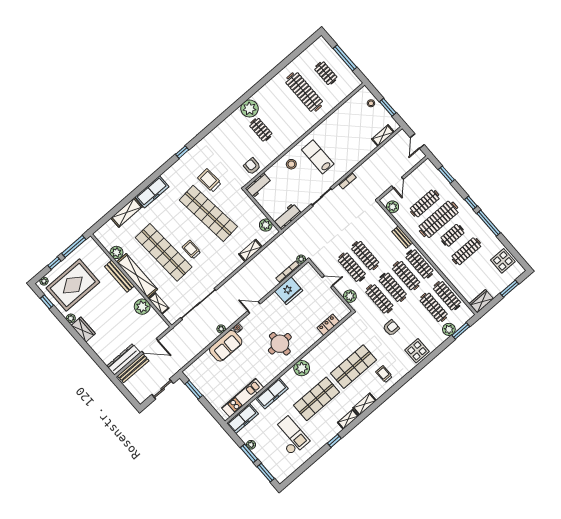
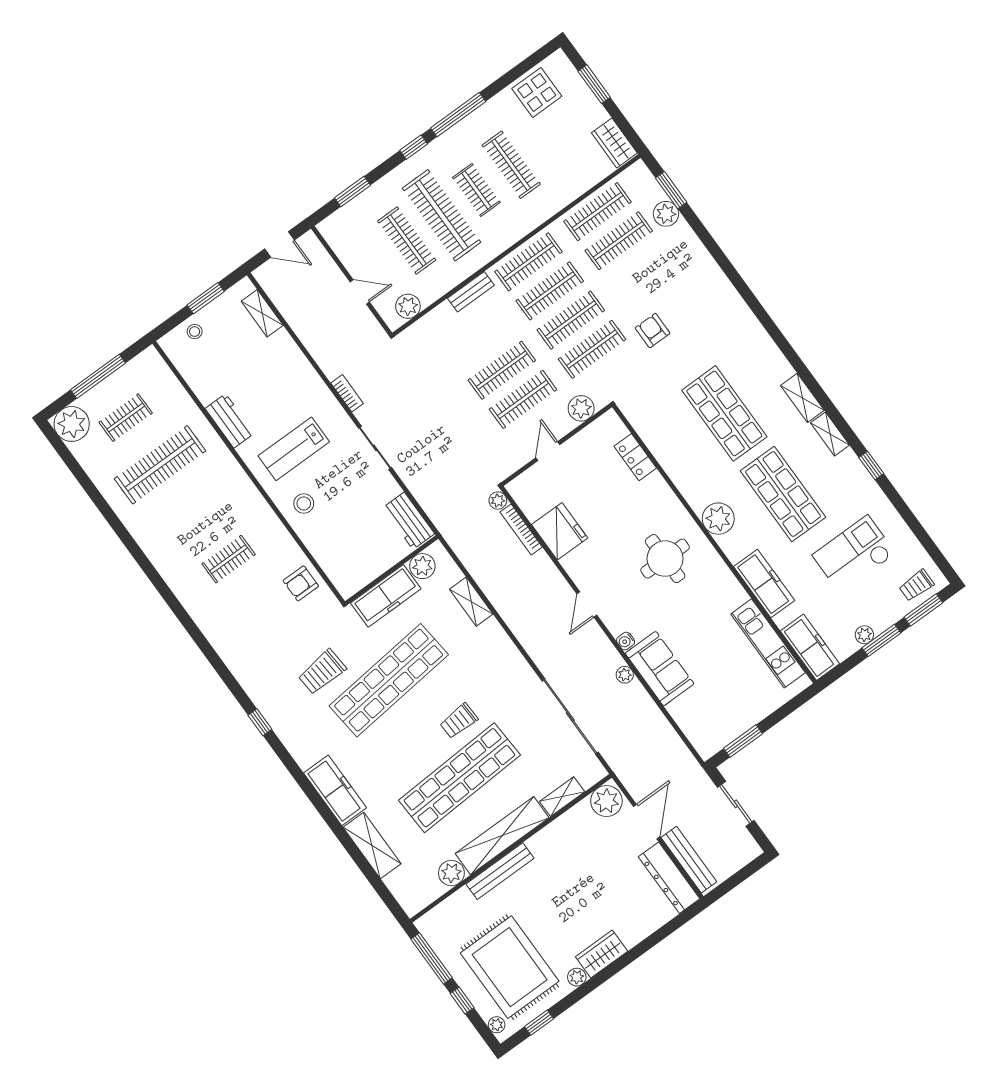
plant: (249, 109) -> (72, 424), moved
workbench: (258, 185) -> (230, 421), moved
freezer: (250, 208) -> (386, 596), added
plant: (142, 307) -> (606, 801), moved
display table: (417, 351) -> (704, 282), removed
trolley: (384, 374) -> (916, 585), moved

